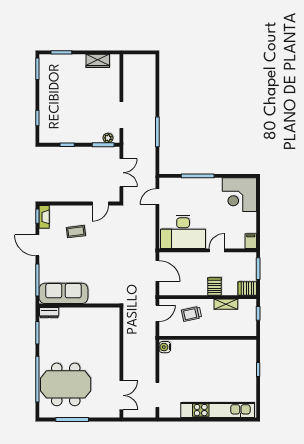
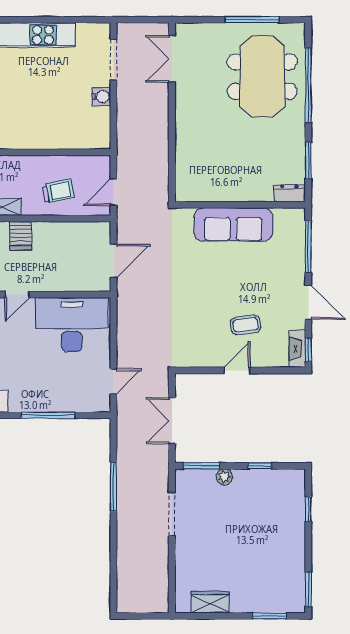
plant: (108, 138) -> (224, 477), moved
door: (100, 204) -> (237, 370), moved
door: (157, 271) -> (113, 261), swing flipped
sofa: (63, 293) -> (233, 225), moved
water cooler: (165, 347) -> (101, 97), moved
meeting table: (66, 384) -> (262, 77), turned 90

